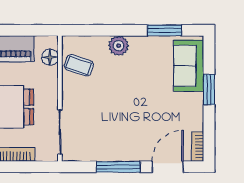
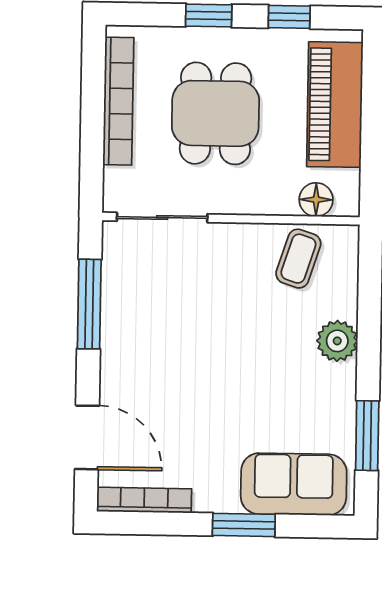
bookcase: (198, 147) -> (144, 500), width x1.56
window: (118, 167) -> (89, 304), moved

